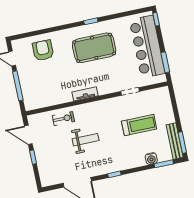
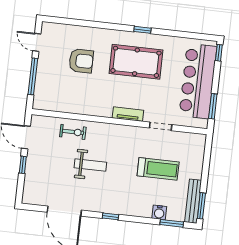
armchair: (43, 50) -> (81, 61), moved, turned 90
tv unit: (85, 94) -> (128, 114), moved

